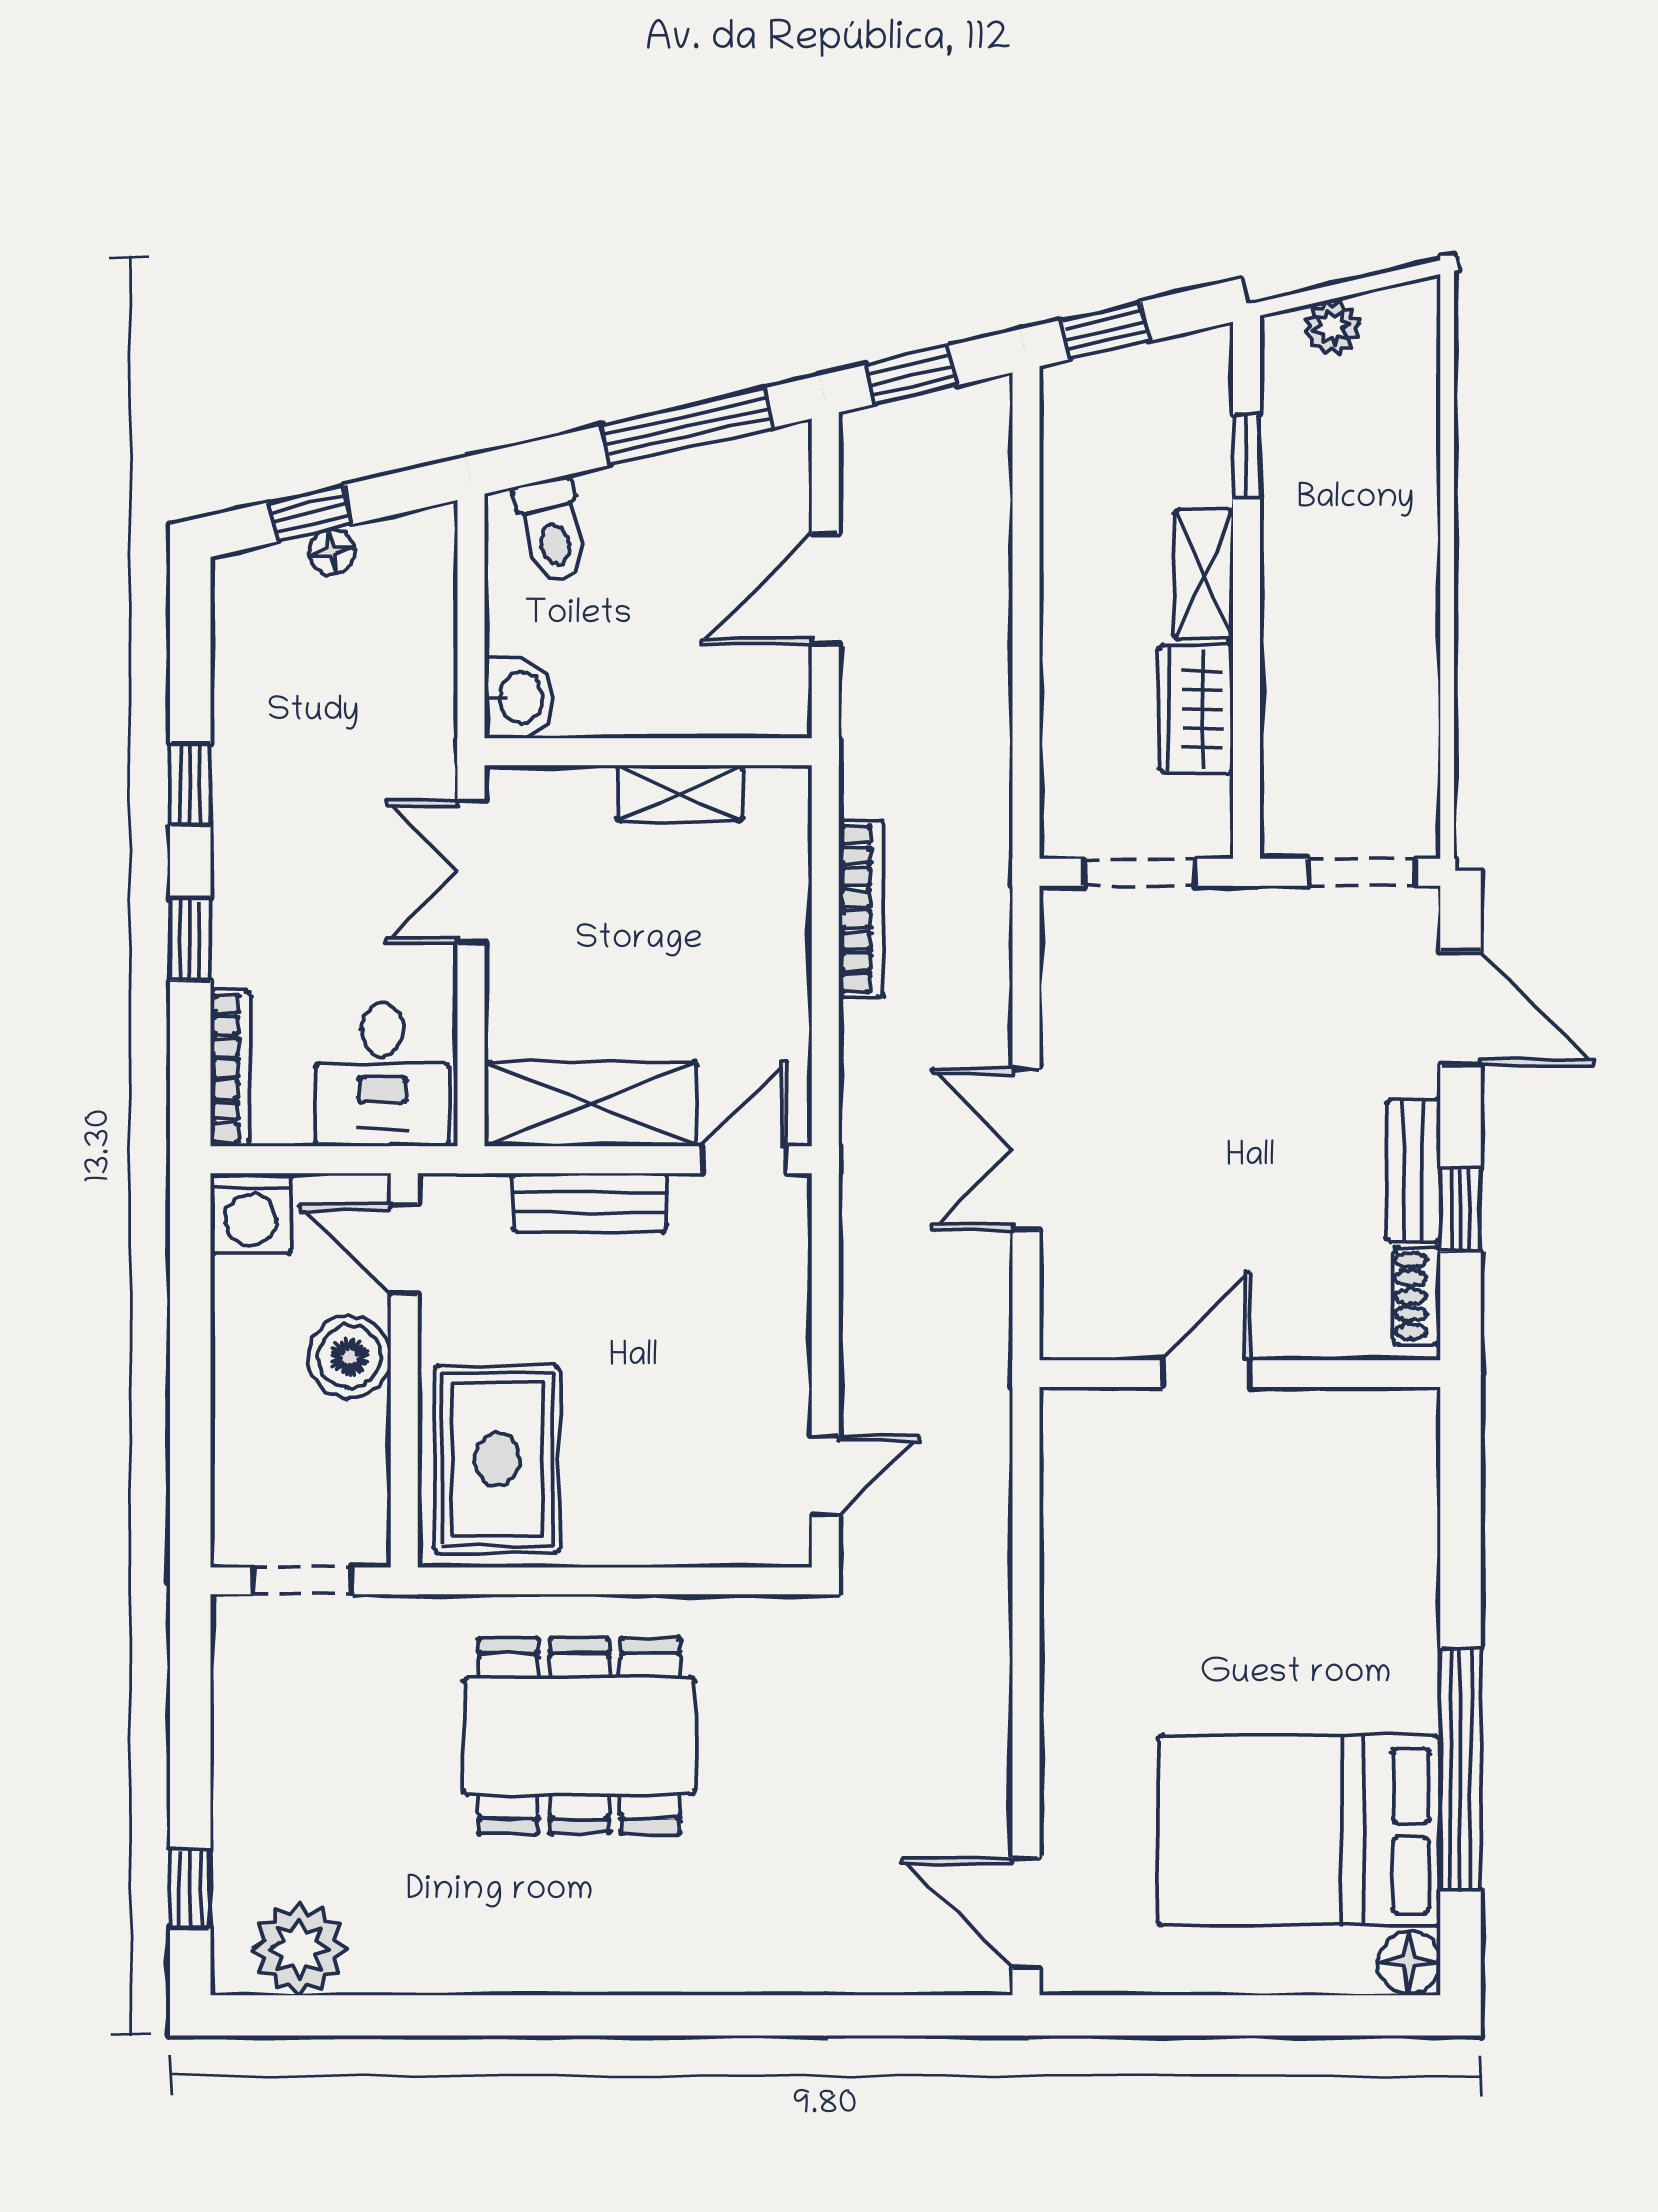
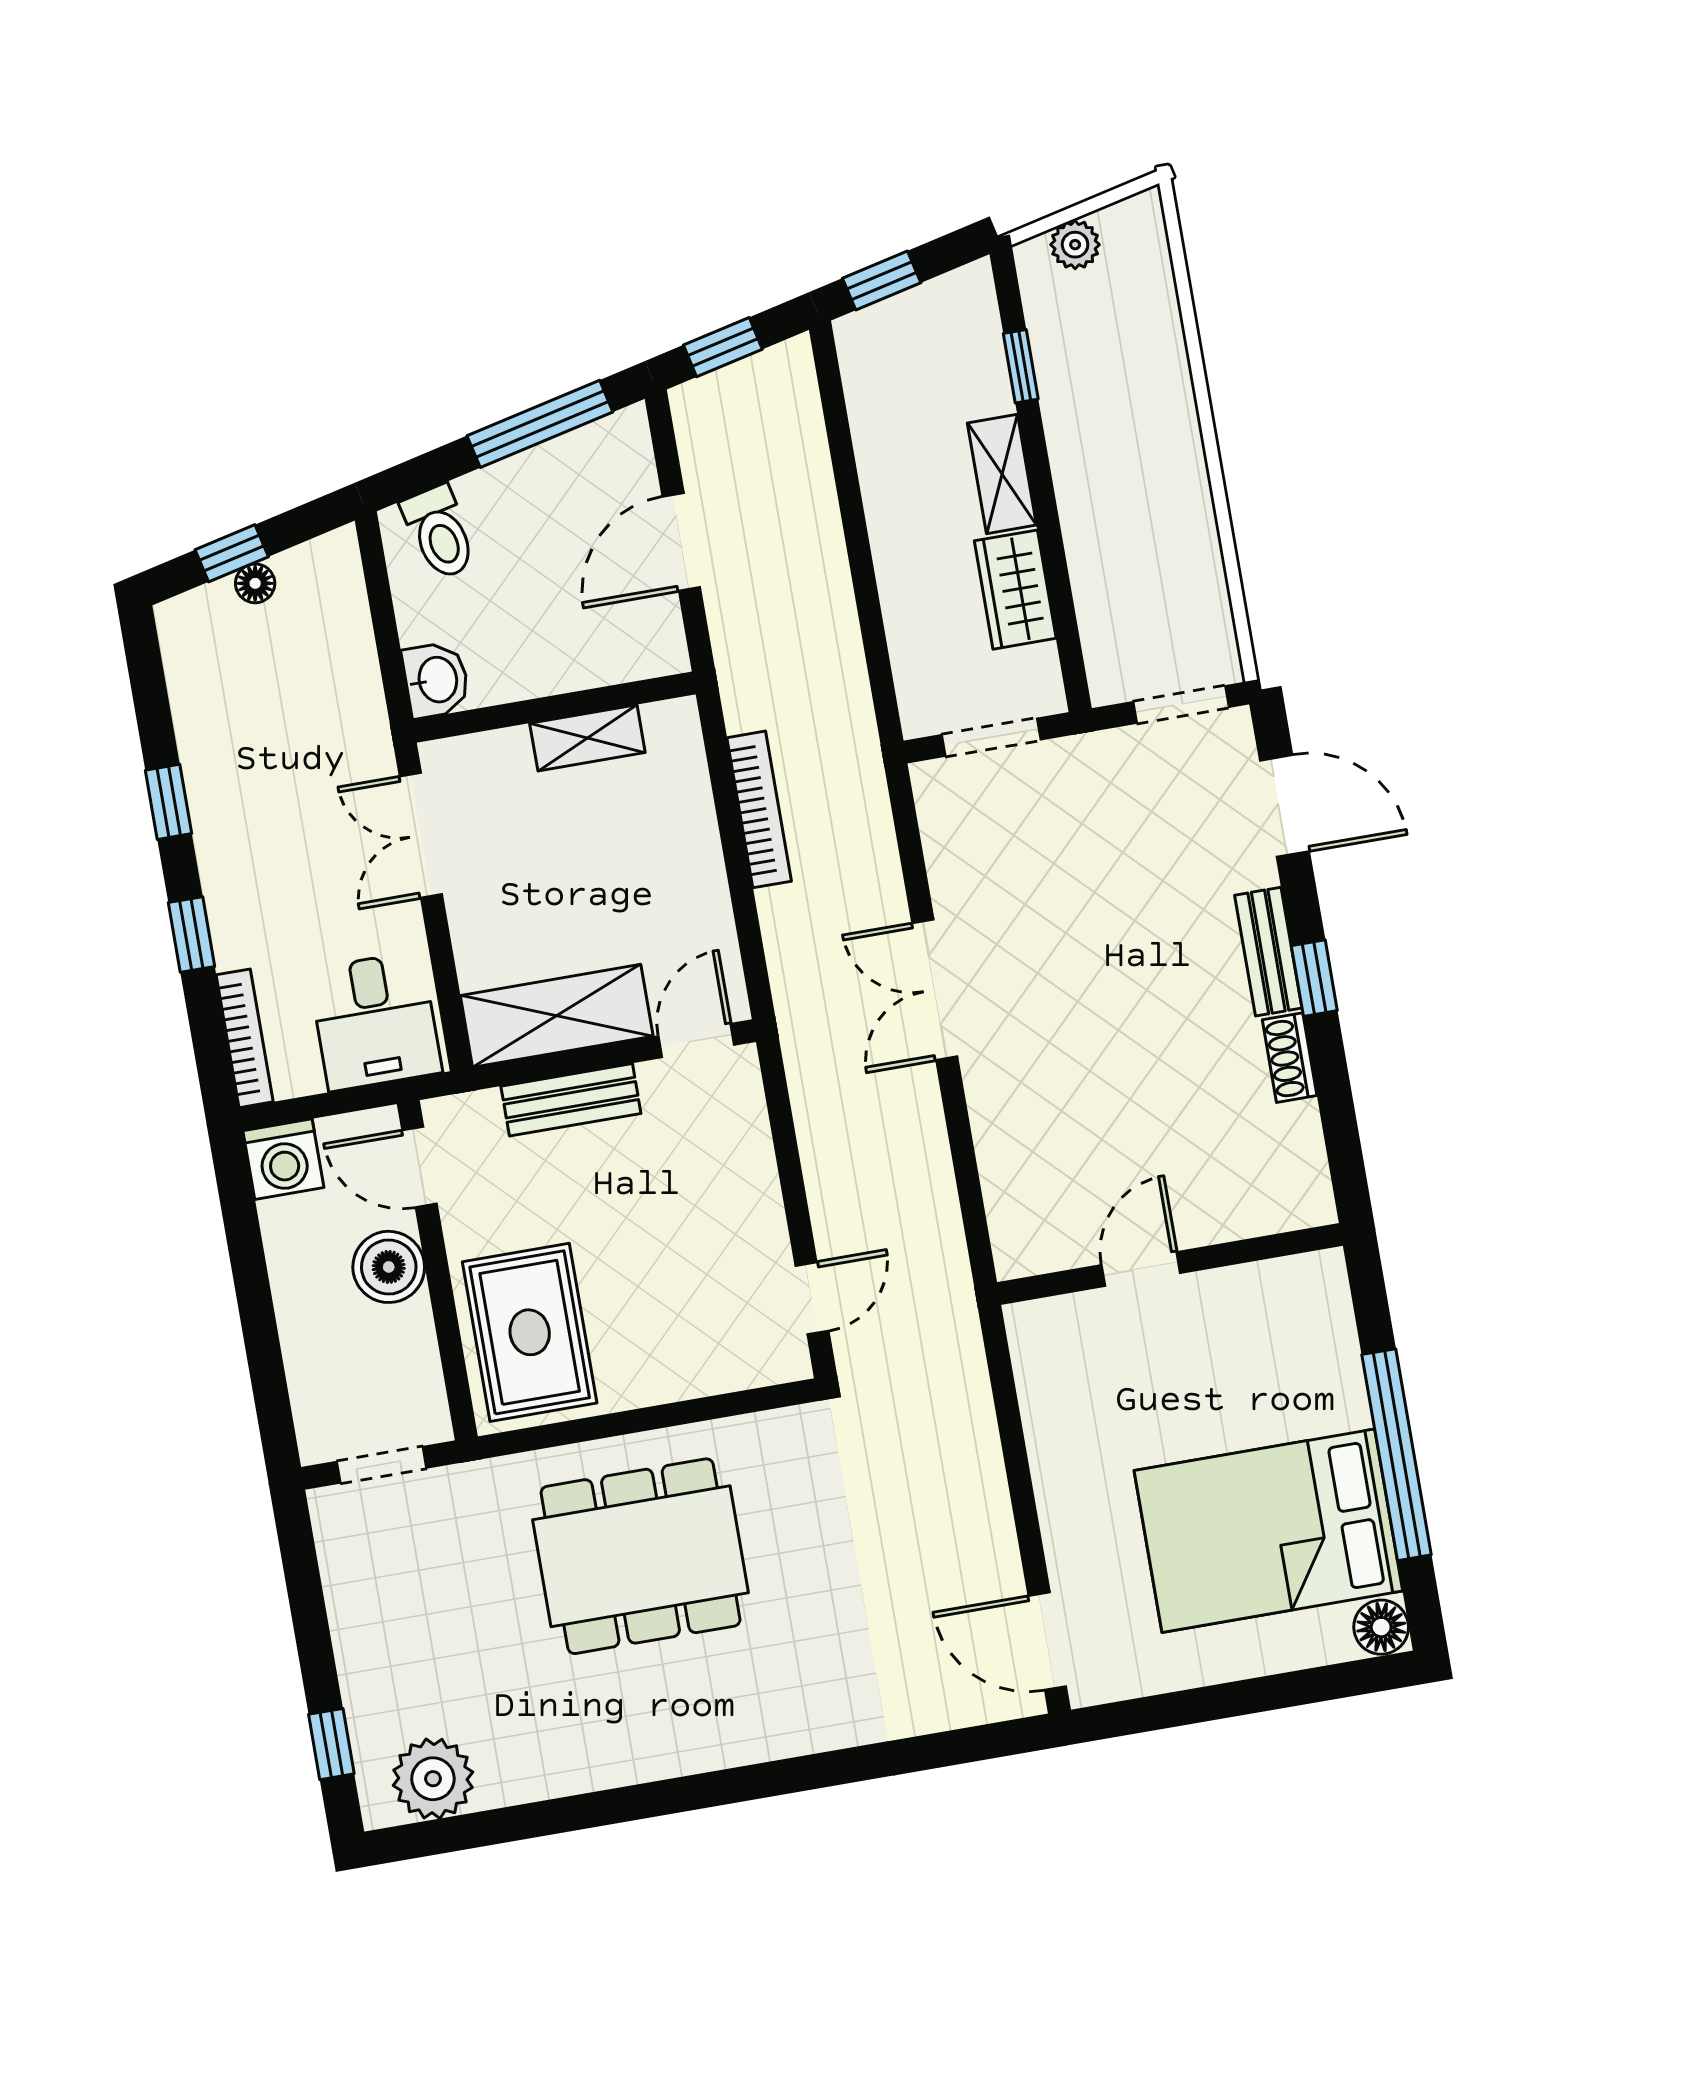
door: (1206, 1374) -> (1141, 1269), moved
wall: (1240, 1374) -> (1170, 1264), moved

